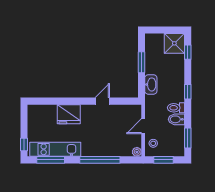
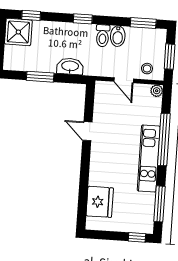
fridge: (69, 114) -> (100, 202), moved
kitchen unit: (55, 149) -> (149, 158), moved

